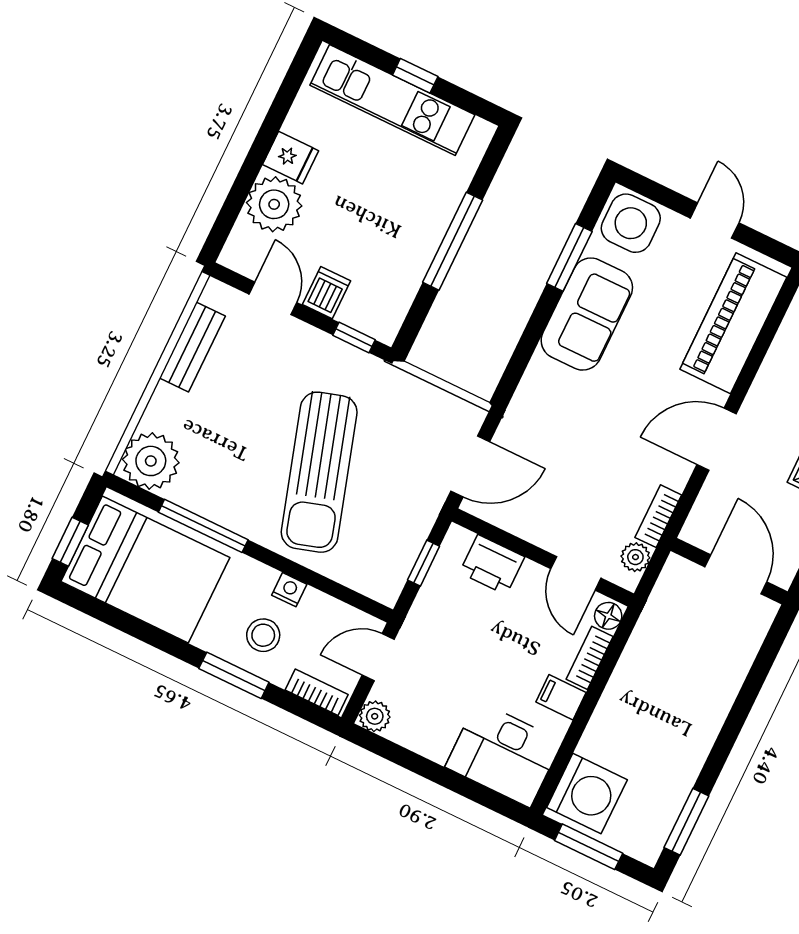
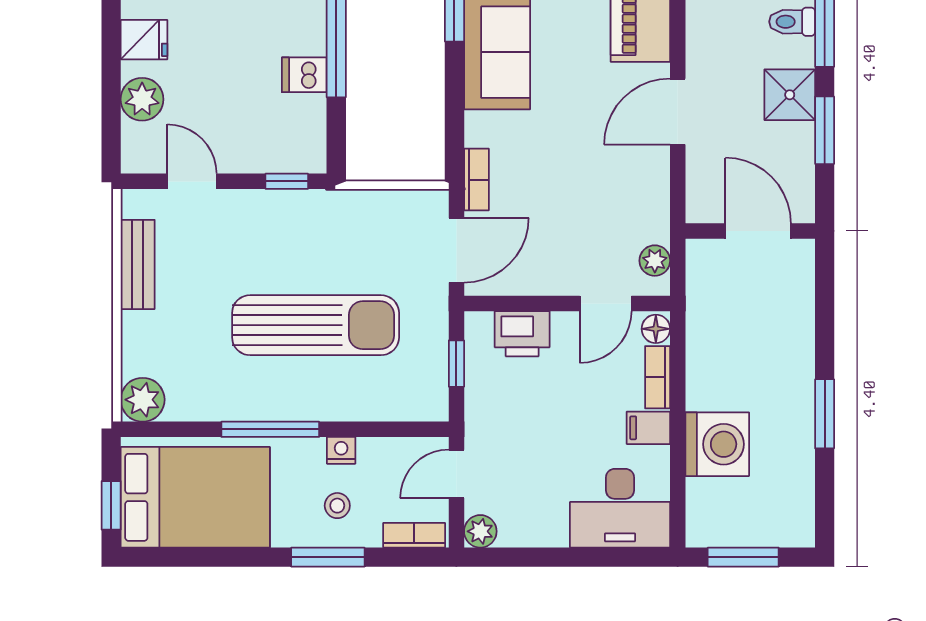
plant: (274, 204) -> (142, 99), width x0.73, depth x0.73
dishwasher: (326, 293) -> (304, 75), moved, turned -90
plant: (151, 461) -> (143, 400), width x0.73, depth x0.73
sun lounger: (319, 472) -> (316, 325), turned -73
bookcase: (658, 516) -> (476, 180), moved, turned 180
window: (203, 526) -> (270, 429), moved
door: (576, 573) -> (606, 303), hinge flipped
stool: (263, 635) -> (337, 506), width x0.73, depth x0.73
washing machine: (587, 794) -> (717, 444), moved
window: (686, 822) -> (825, 414), moved

